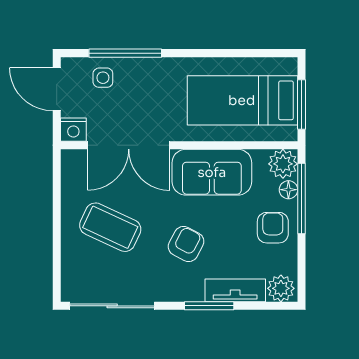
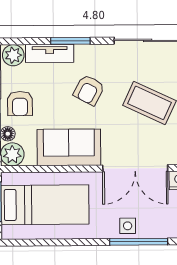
side table: (103, 78) -> (128, 226), moved
double door: (129, 145) -> (135, 168), swing flipped

